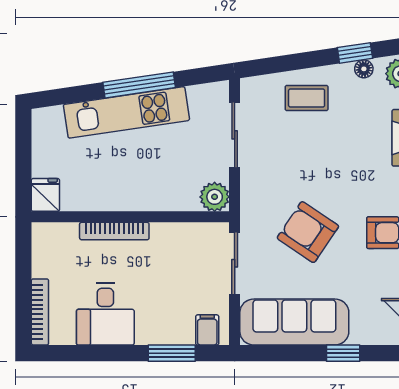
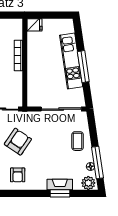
window: (355, 53) -> (98, 163), width x2.17
sliding door: (235, 135) -> (61, 109), width x1.37
plant: (215, 197) -> (34, 100), removed

